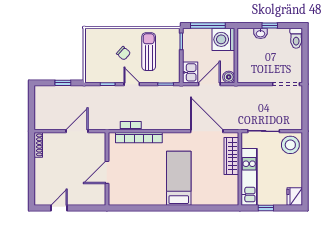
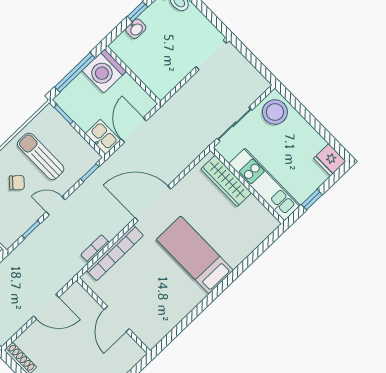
boiler: (229, 77) -> (146, 104), removed
door: (77, 131) -> (46, 307), swing flipped
door: (207, 131) -> (153, 203), moved

